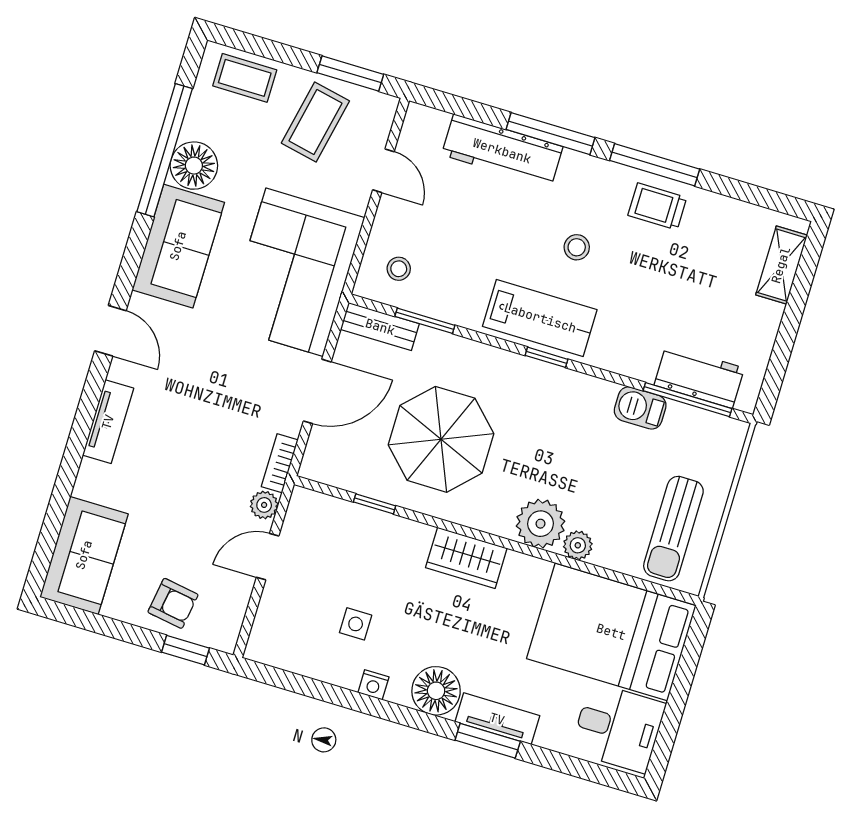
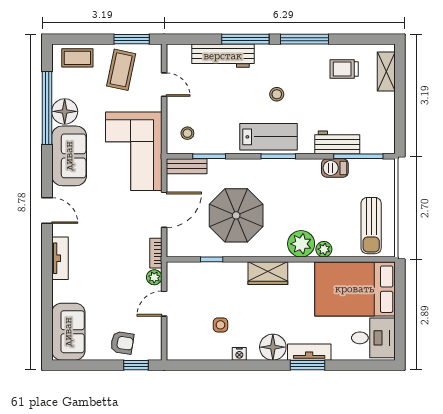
trolley: (657, 206) -> (344, 69), moved
window: (547, 357) -> (278, 156), width x1.50
workbench: (699, 377) -> (337, 142), moved

